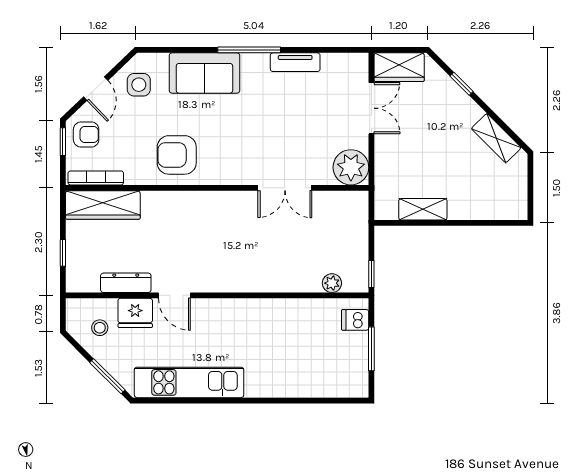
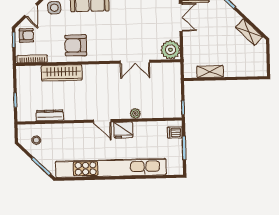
wardrobe: (103, 205) -> (62, 73), moved
plant: (332, 283) -> (135, 113), moved
door: (174, 295) -> (102, 121), moved
fridge: (135, 313) -> (123, 130), moved
kitchen unit: (189, 382) -> (111, 168), width x1.86

